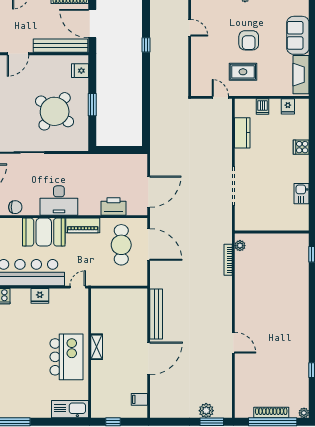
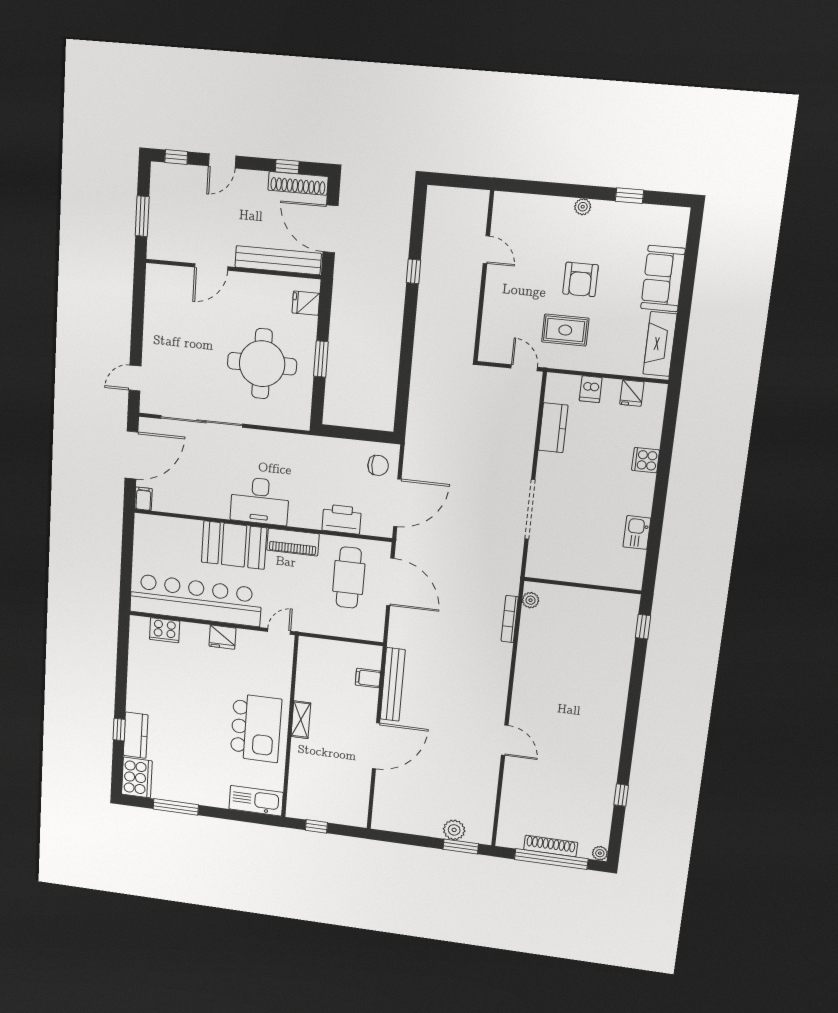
round table: (55, 111) -> (262, 364), turned -37
chair: (15, 207) -> (378, 465), moved
filing cabinet: (139, 399) -> (368, 678), moved

